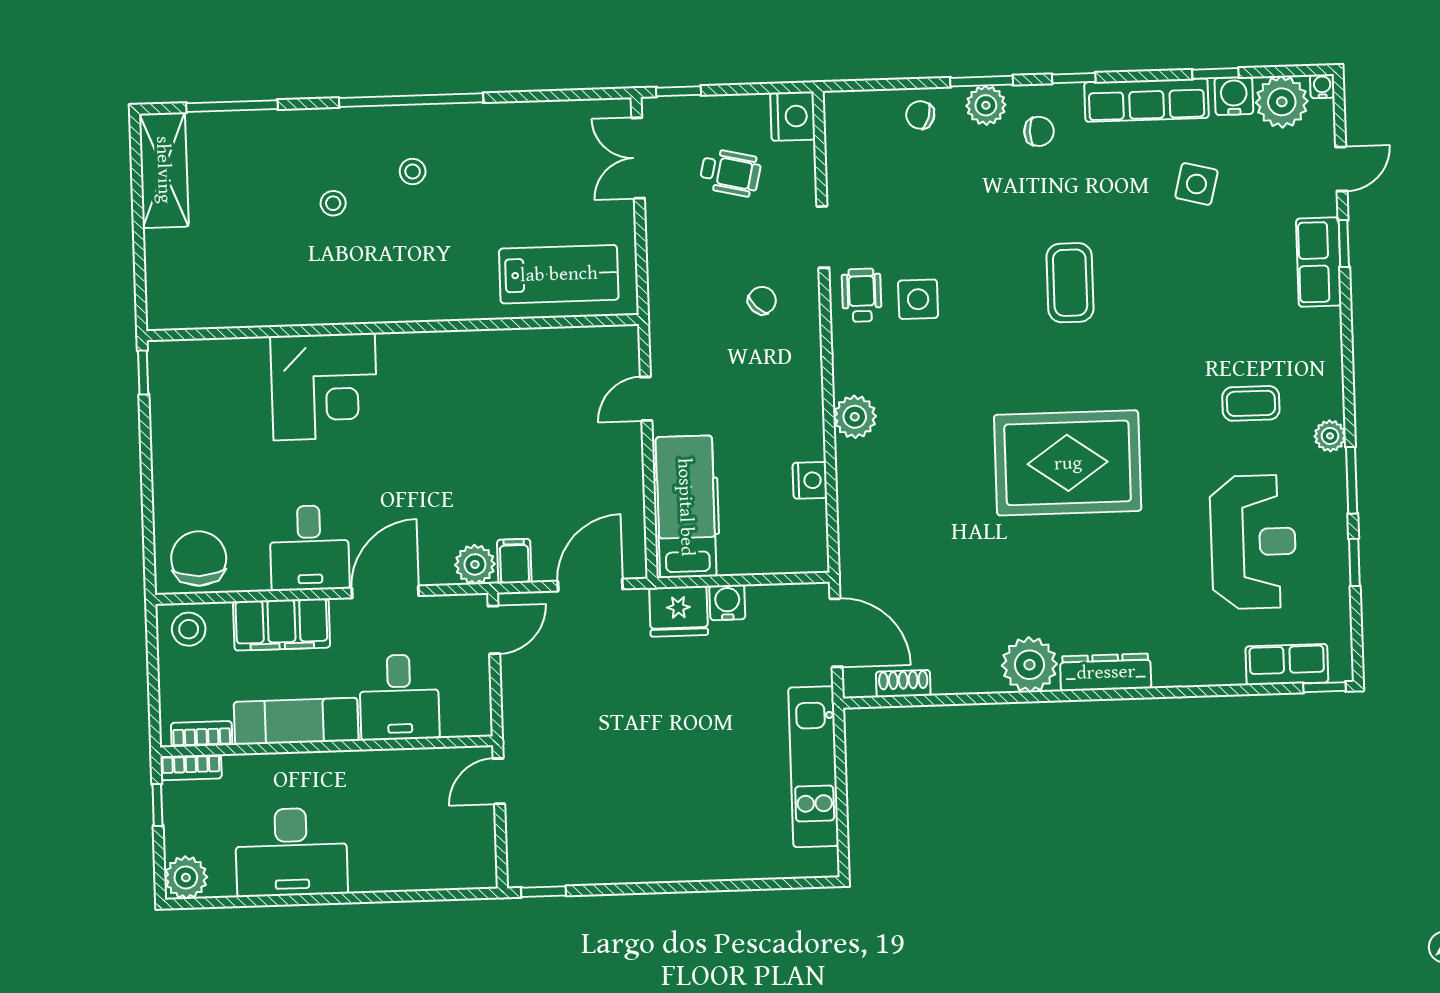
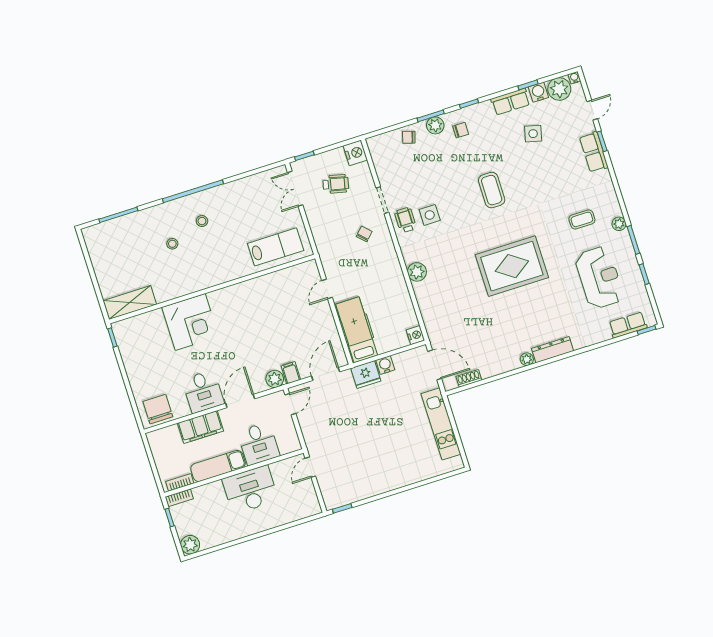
row of seats: (1146, 100) -> (510, 102), width x0.68
shelving: (164, 170) -> (130, 303), moved, turned 90
nightstand: (810, 480) -> (415, 335), moved
stool: (189, 629) -> (162, 440), removed
plant: (1029, 665) -> (527, 359), width x0.53, depth x0.53
desk: (291, 852) -> (250, 490), moved, turned 180

